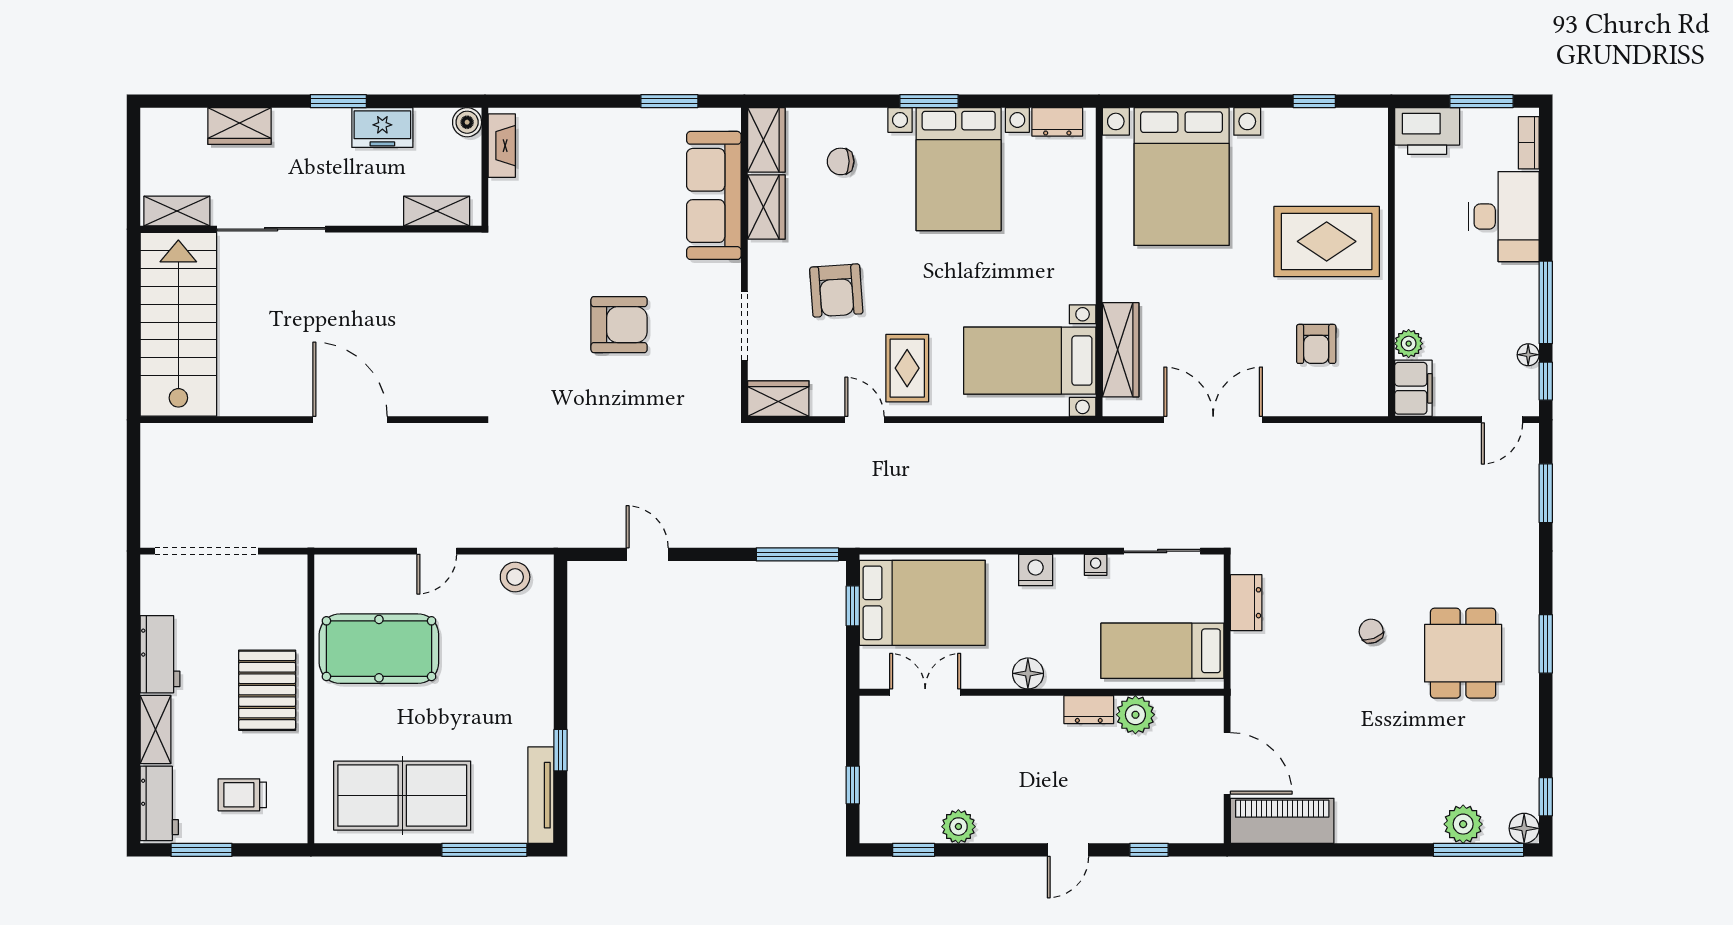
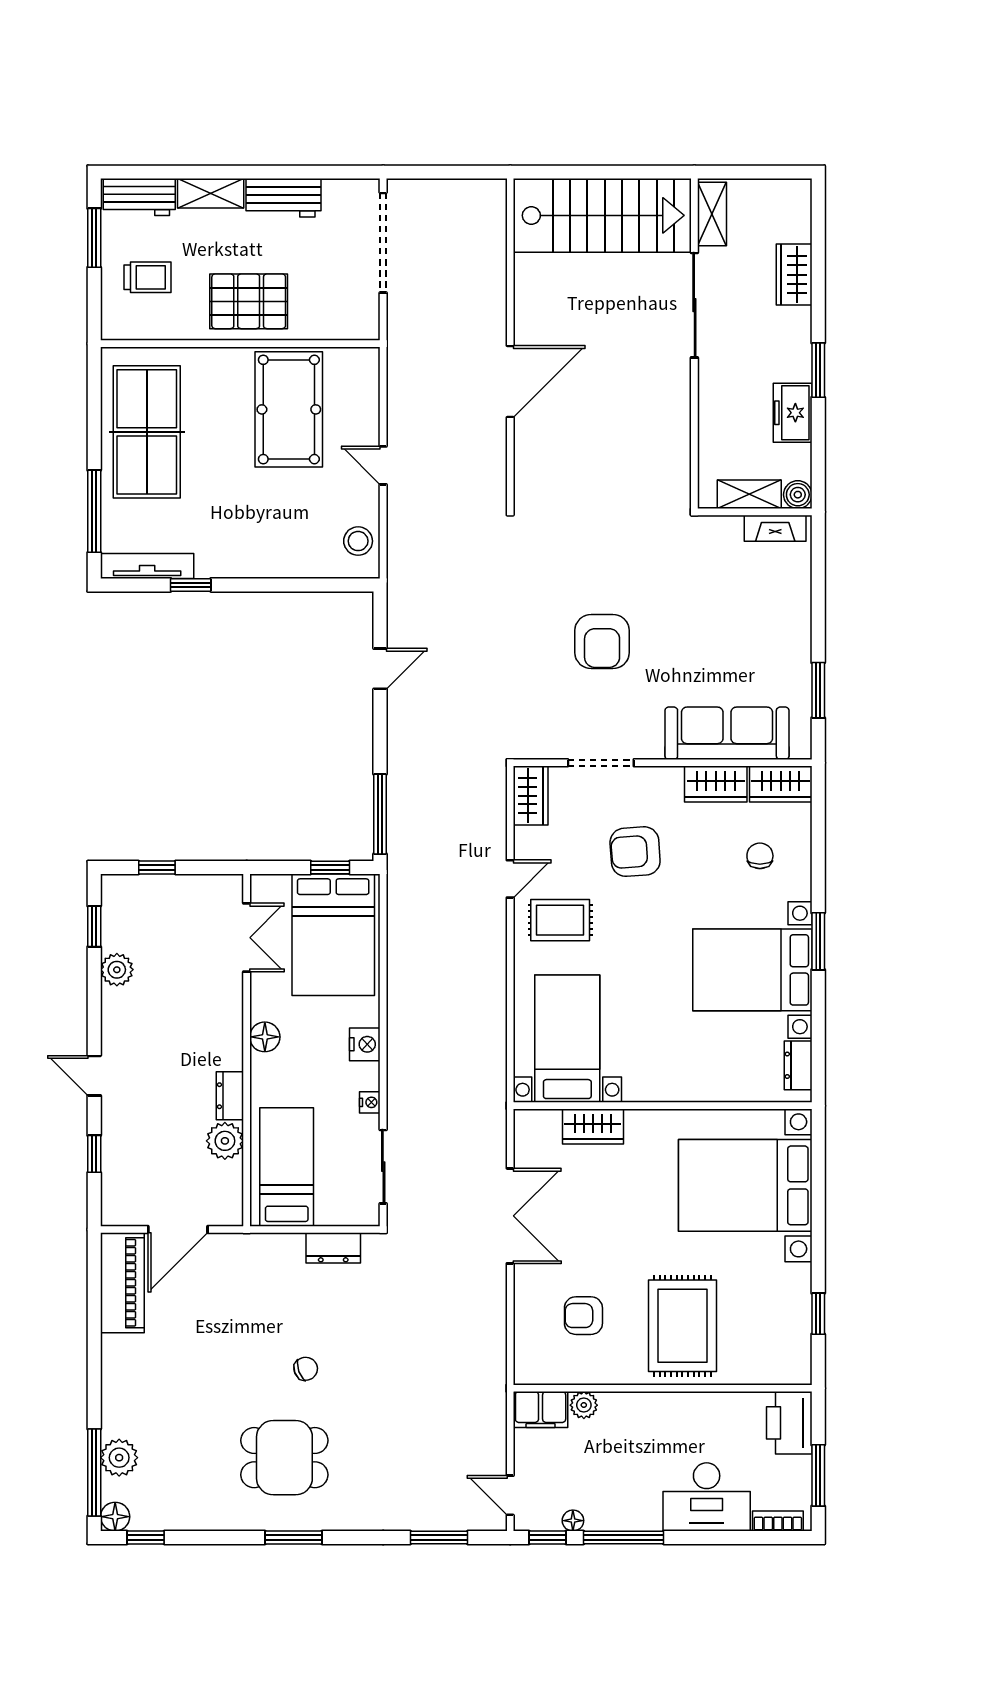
shelving: (437, 211) -> (749, 494), moved, turned 90
wardrobe: (1121, 350) -> (593, 1126), width x0.67
trolley: (242, 795) -> (147, 277), turned 90

